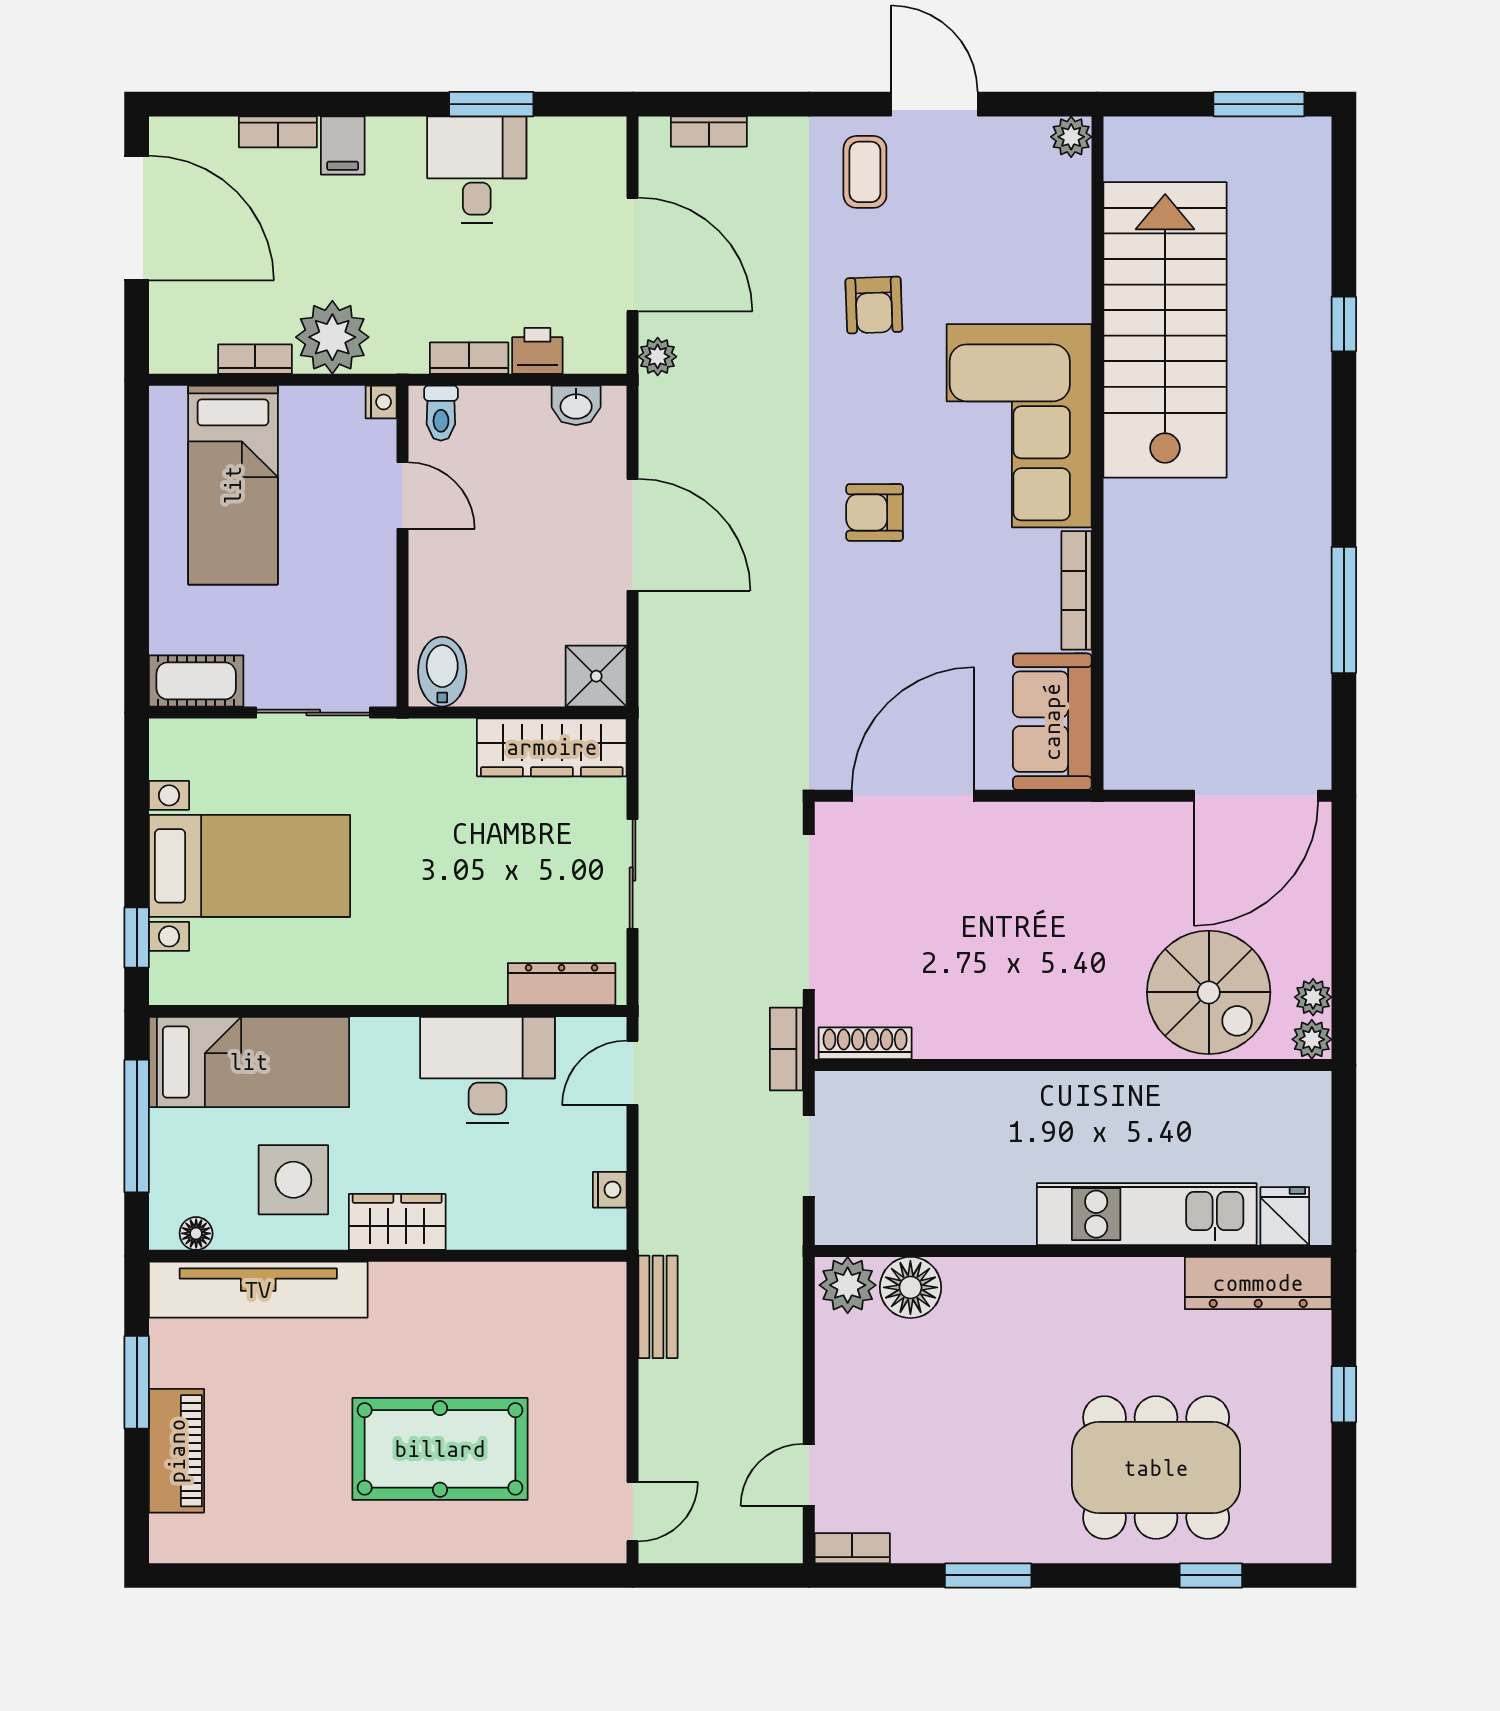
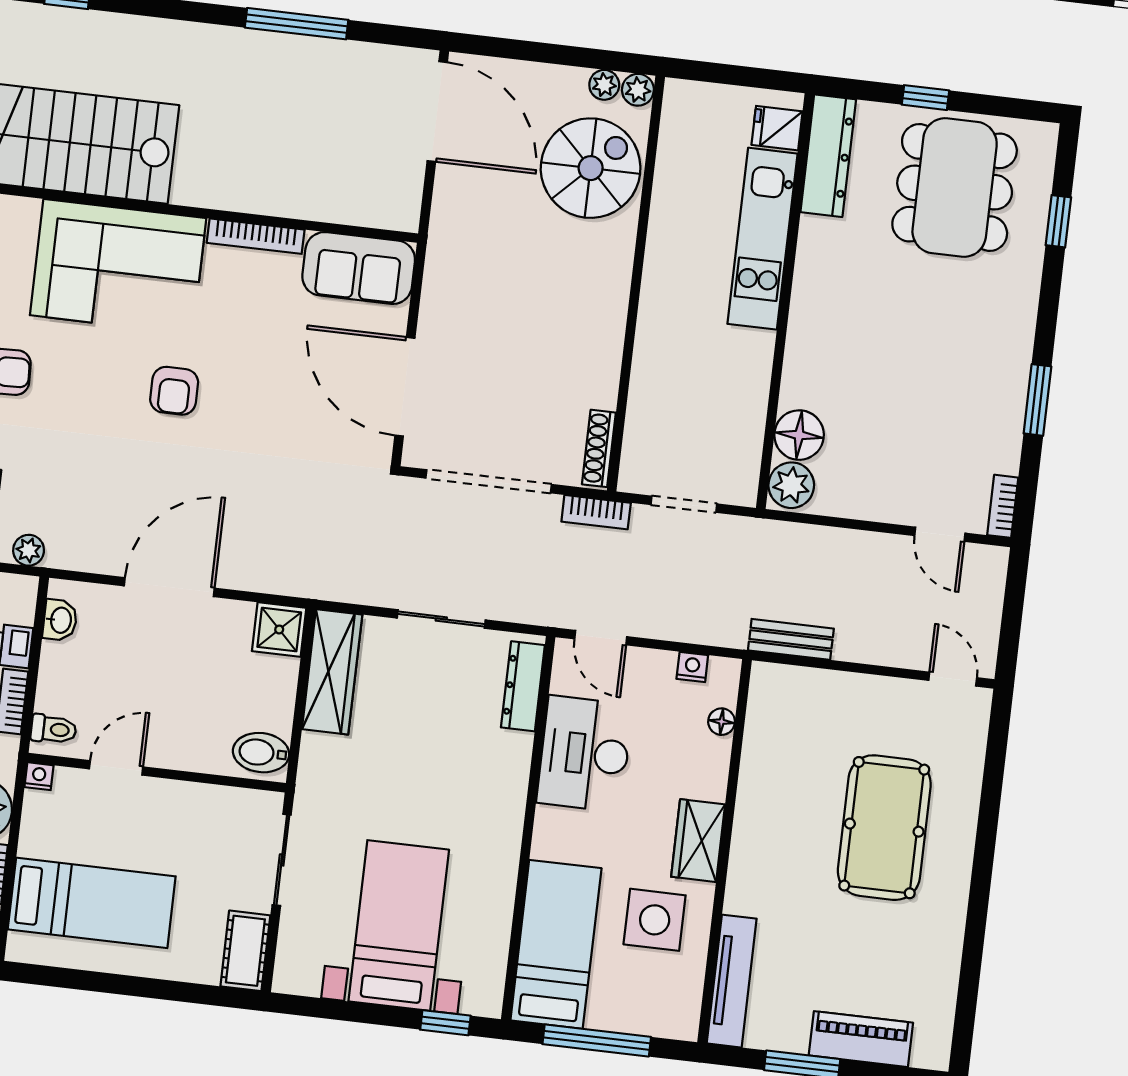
floor lamp: (196, 1233) -> (722, 722), moved
tv unit: (258, 1290) -> (732, 981), width x0.73, depth x0.78
dining table: (1156, 1468) -> (955, 188), moved

